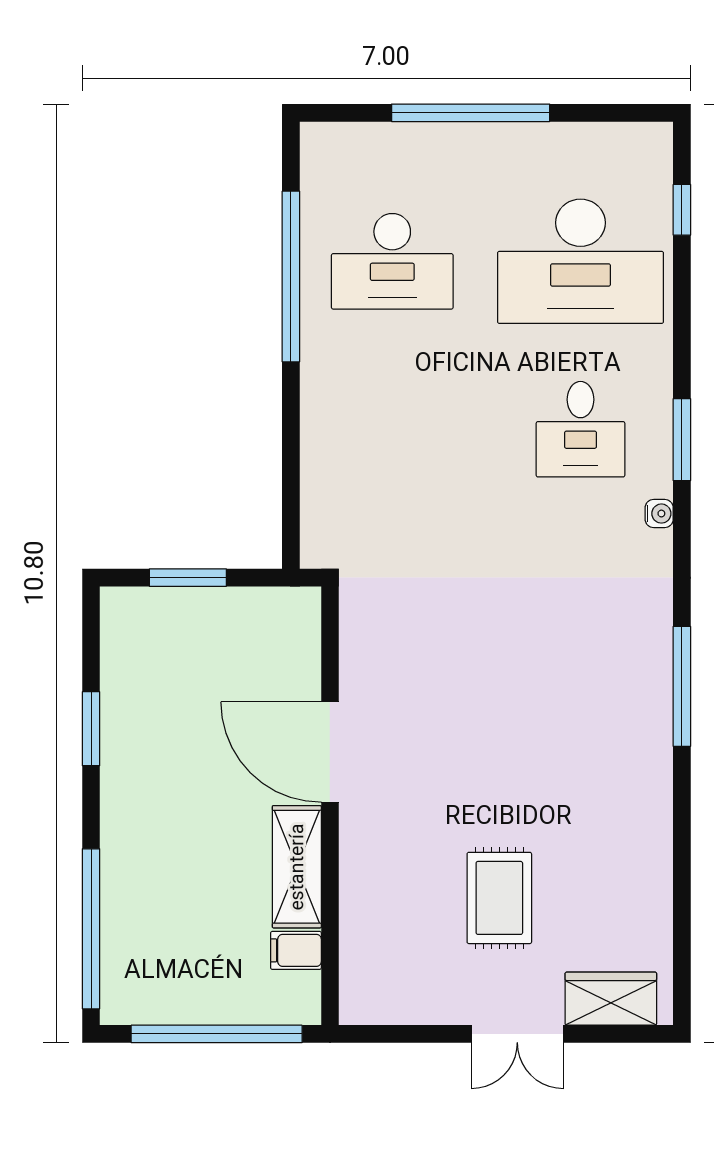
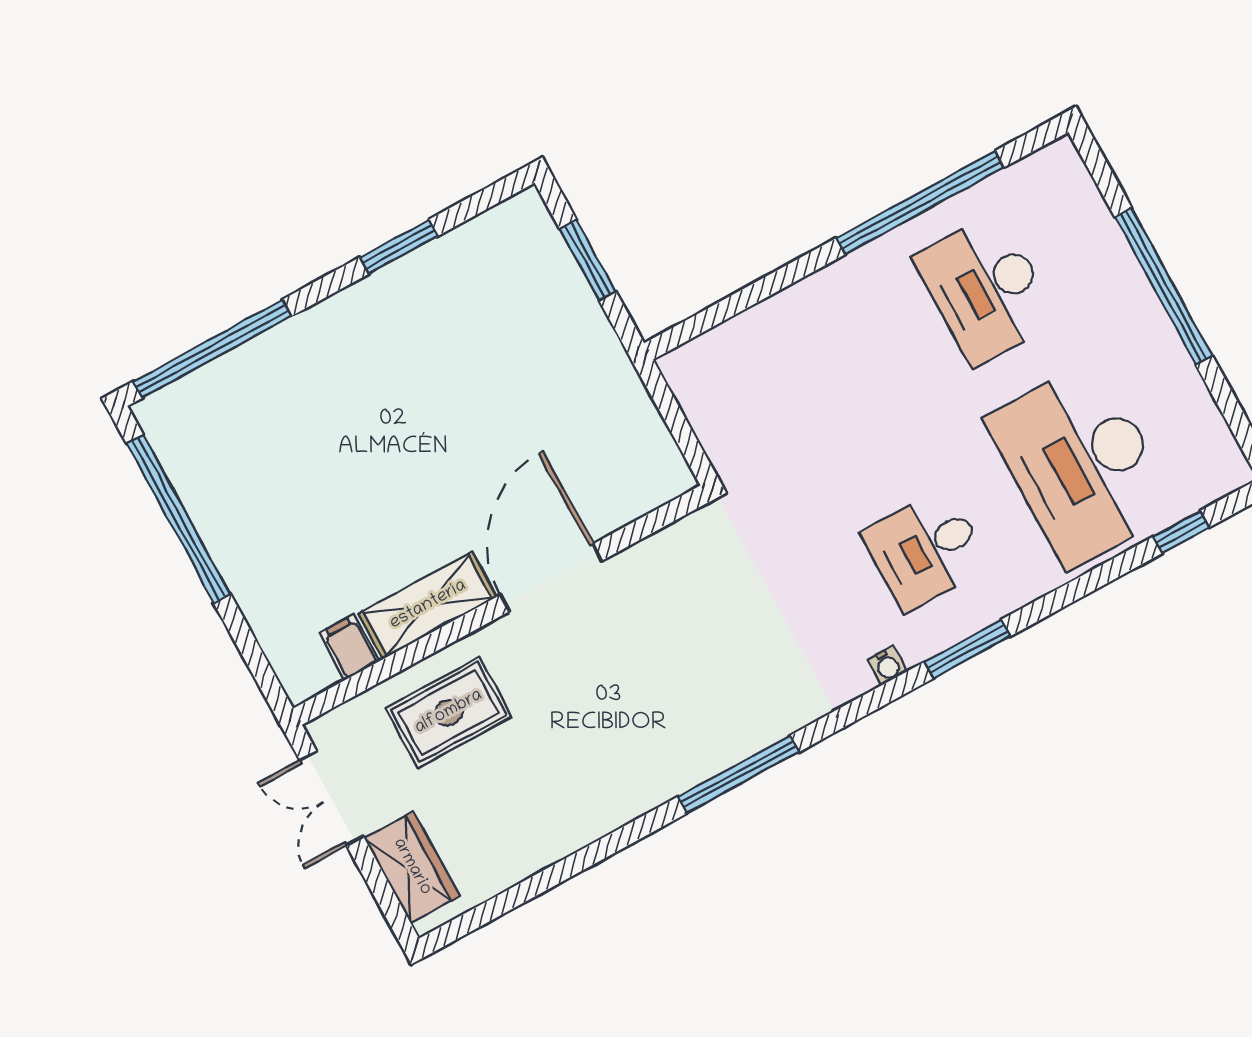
door: (330, 752) -> (551, 578), moved
wall: (330, 806) -> (501, 605), moved
shelving: (297, 867) -> (428, 605), moved
filing cabinet: (296, 950) -> (350, 647), moved

